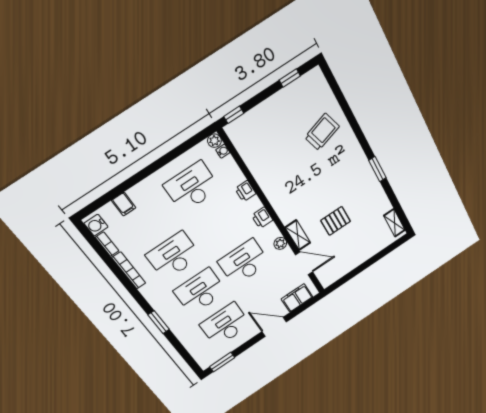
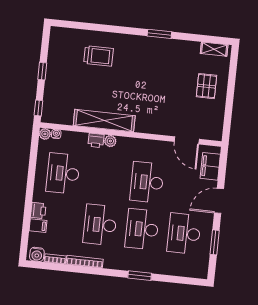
window: (290, 78) -> (42, 71), moved
trolley: (322, 132) -> (98, 56), turned 107
printer: (262, 218) -> (38, 211), moved, turned -90
pallet: (336, 221) -> (206, 86), moved
shelving: (298, 235) -> (104, 121), moved, width x2.20, depth x1.33
plant: (280, 243) -> (110, 141), moved
door: (304, 263) -> (187, 140), swing flipped
window: (222, 362) -> (215, 242), moved

